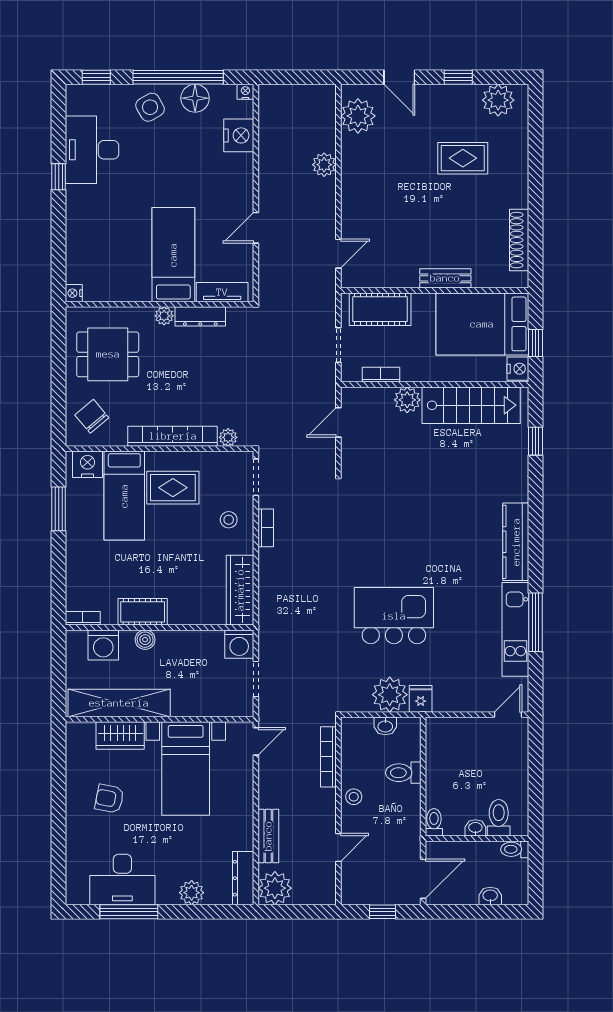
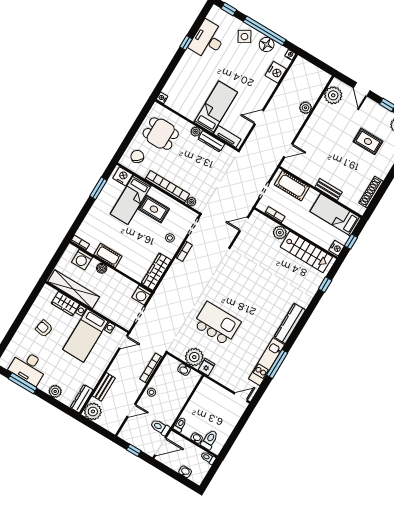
bed: (482, 324) -> (336, 215), width x0.67
toilet: (403, 773) -> (160, 427), moved

